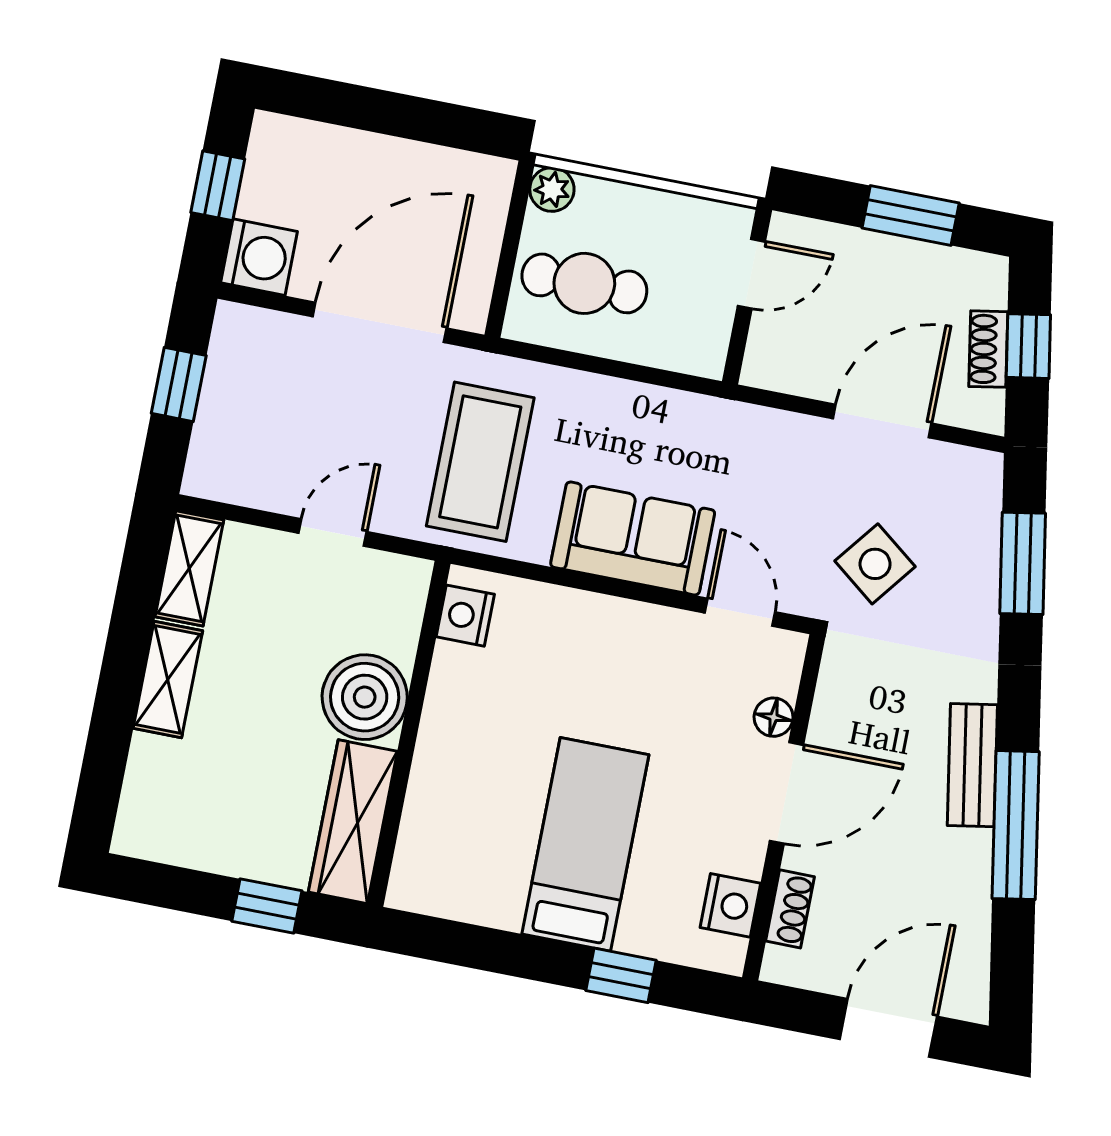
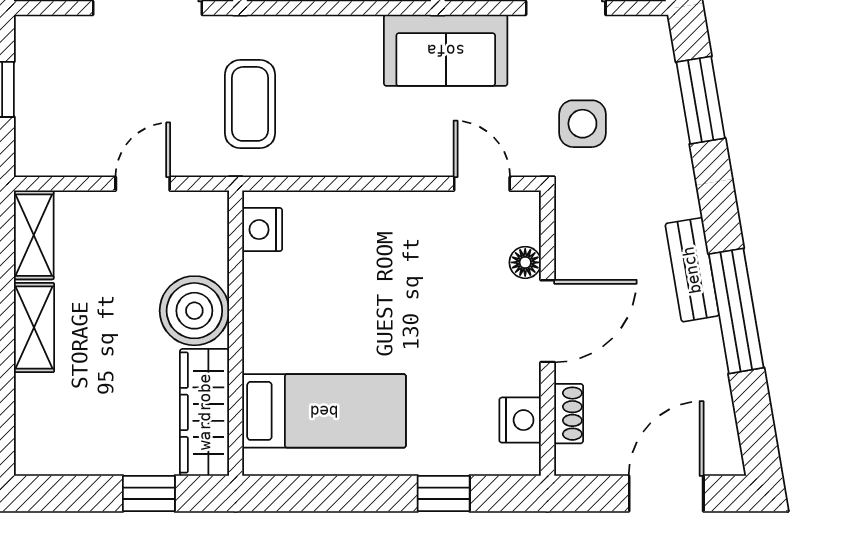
coffee table: (480, 462) -> (250, 104), width x0.73, depth x0.76
sofa: (633, 539) -> (446, 50), moved, turned 180
side table: (875, 564) -> (582, 124), turned -38
bed: (585, 844) -> (324, 411), moved, turned 90

